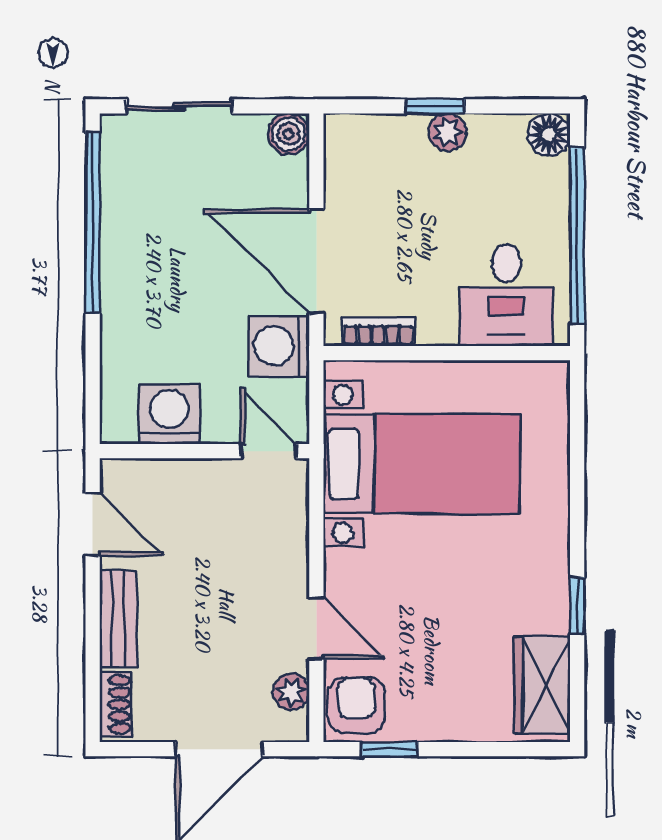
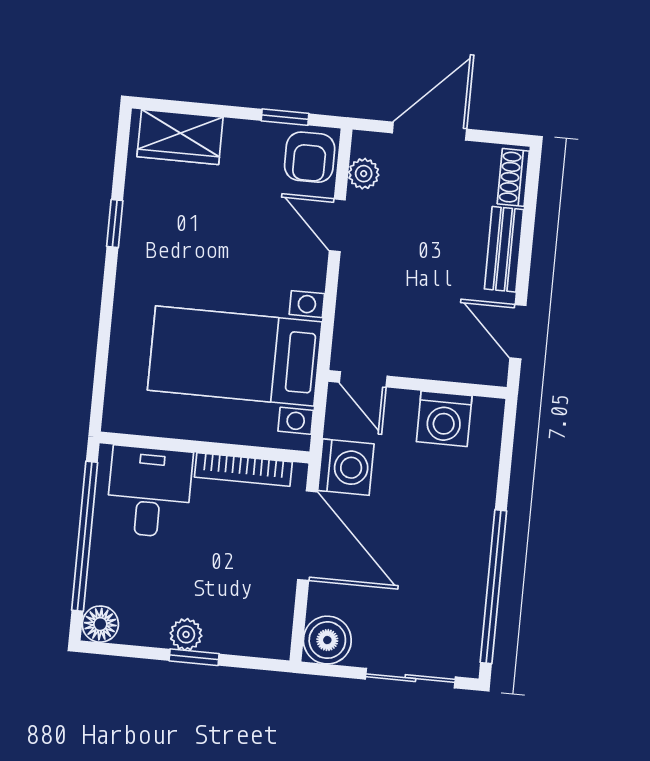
boiler: (289, 134) -> (327, 640), width x1.36, depth x1.36
bookcase: (378, 332) -> (243, 470), width x1.56
wardrobe: (542, 685) -> (180, 137), moved, turned 90

